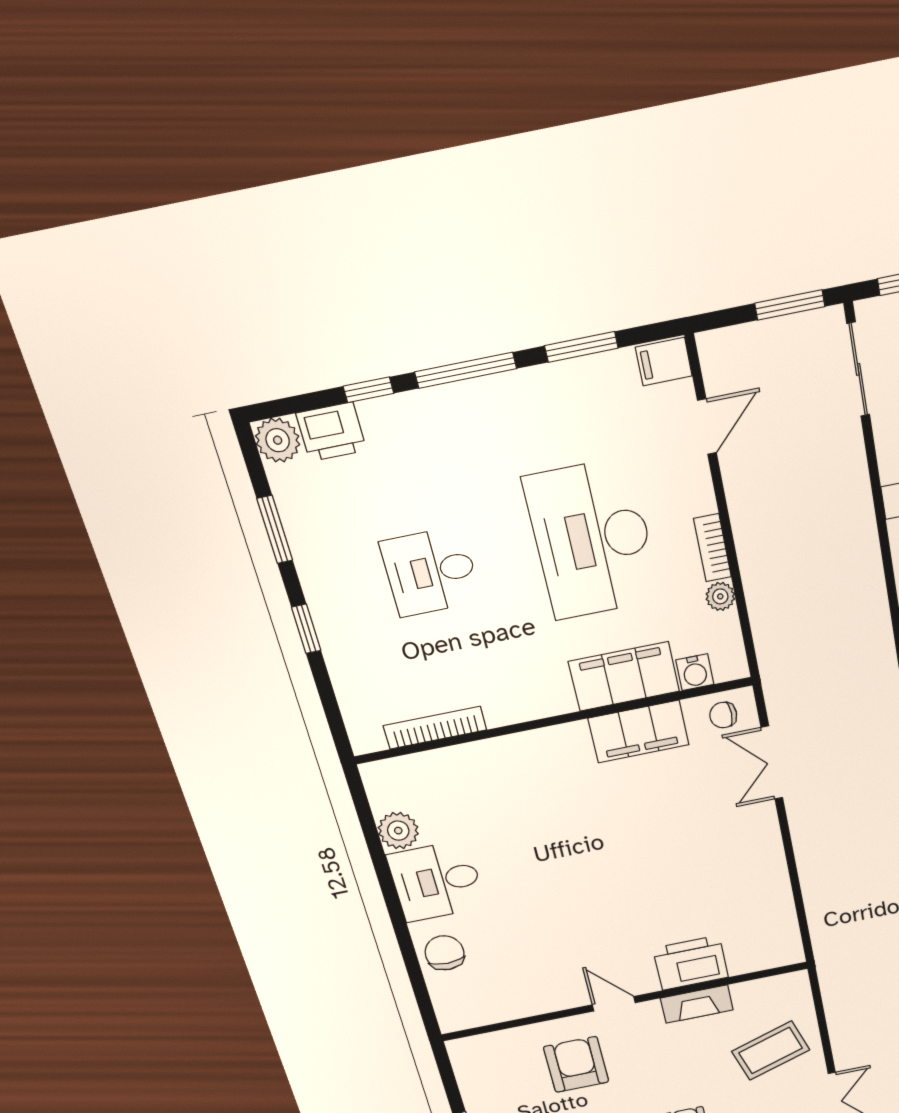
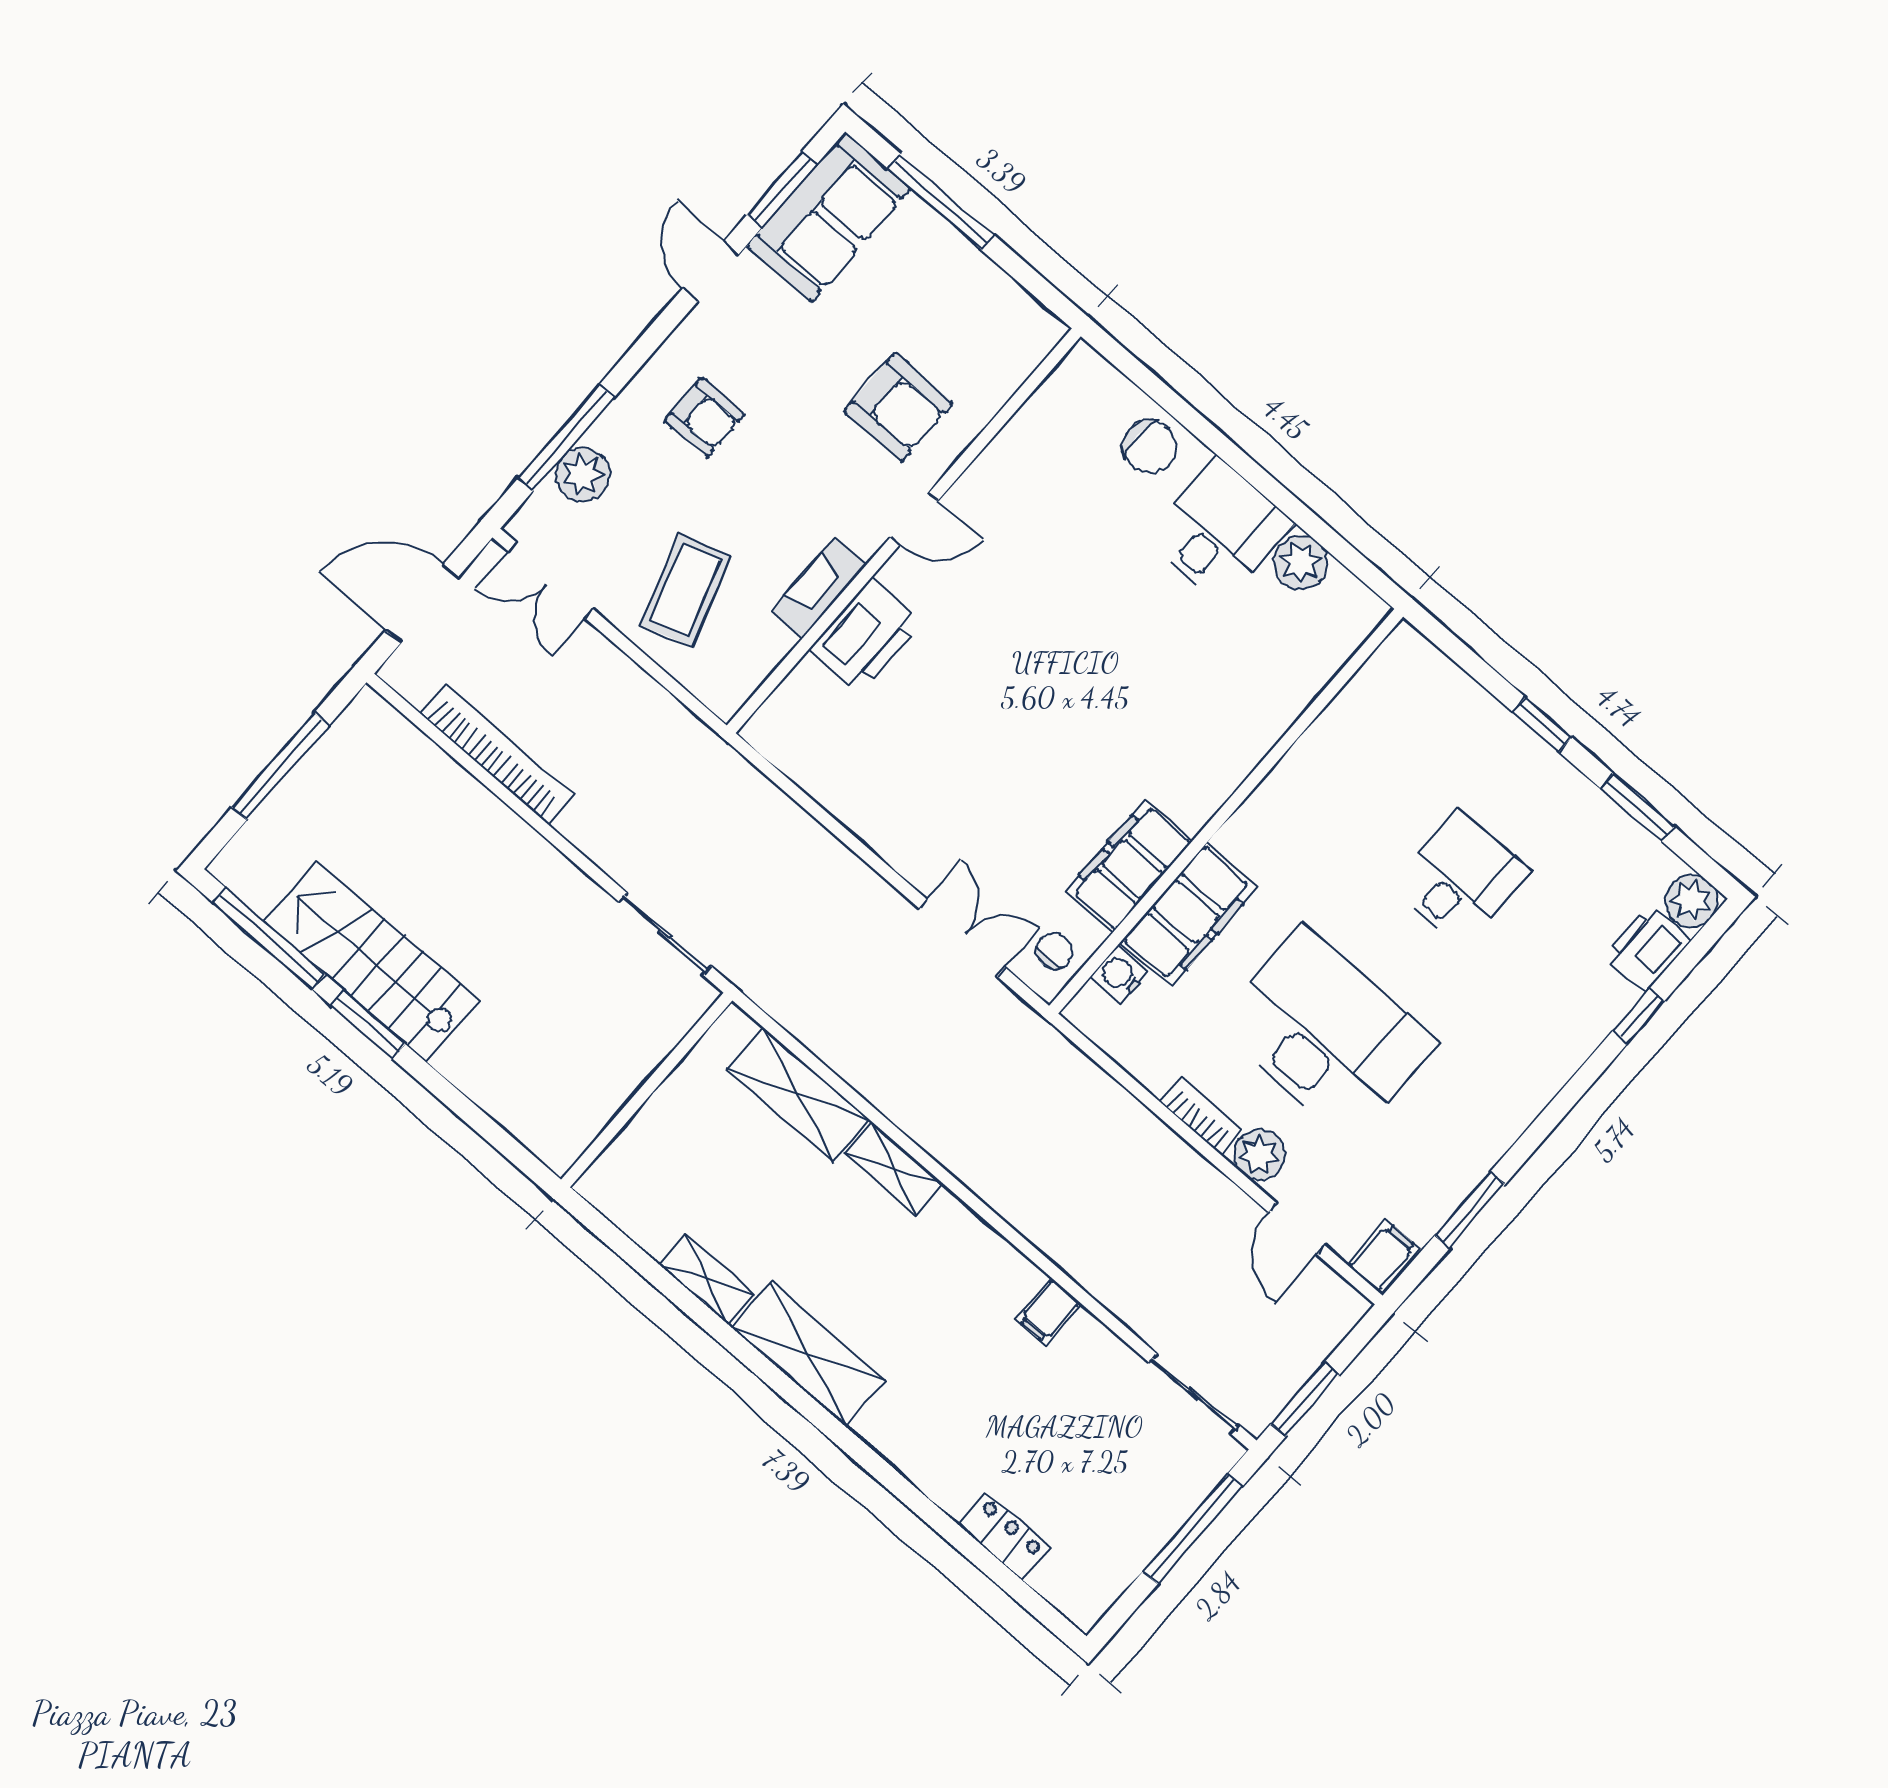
window: (466, 370) -> (1562, 1104), removed
plant: (720, 596) -> (1259, 1155), moved, width x1.38, depth x1.38
bookcase: (435, 728) -> (1342, 712), removed

